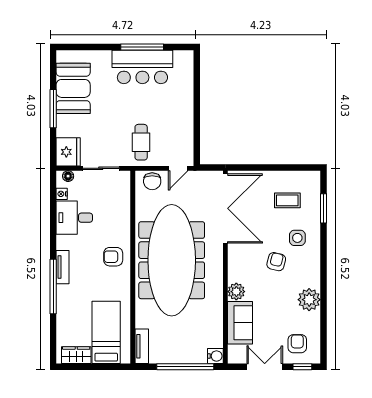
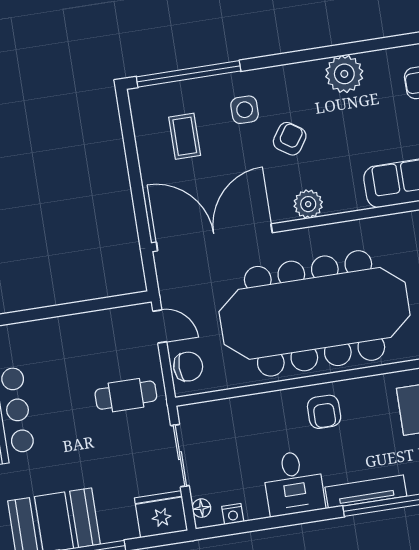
window: (323, 208) -> (189, 74), width x2.11
desk: (74, 218) -> (294, 483), moved
armchair: (276, 262) -> (290, 139), turned 110
tv unit: (63, 267) -> (366, 492), width x1.41
plant: (236, 292) -> (308, 204), moved

